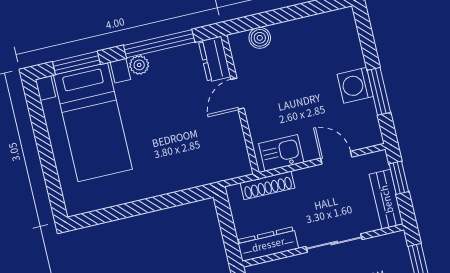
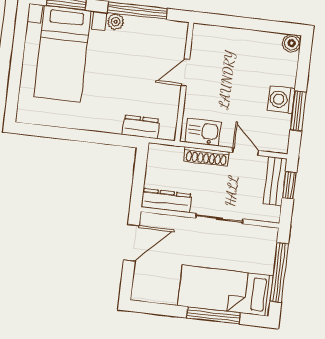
boiler: (260, 38) -> (292, 43), moved
dresser: (215, 59) -> (141, 127), moved, turned 90
shoe rack: (268, 185) -> (206, 157), moved
bench: (386, 199) -> (275, 181), moved

